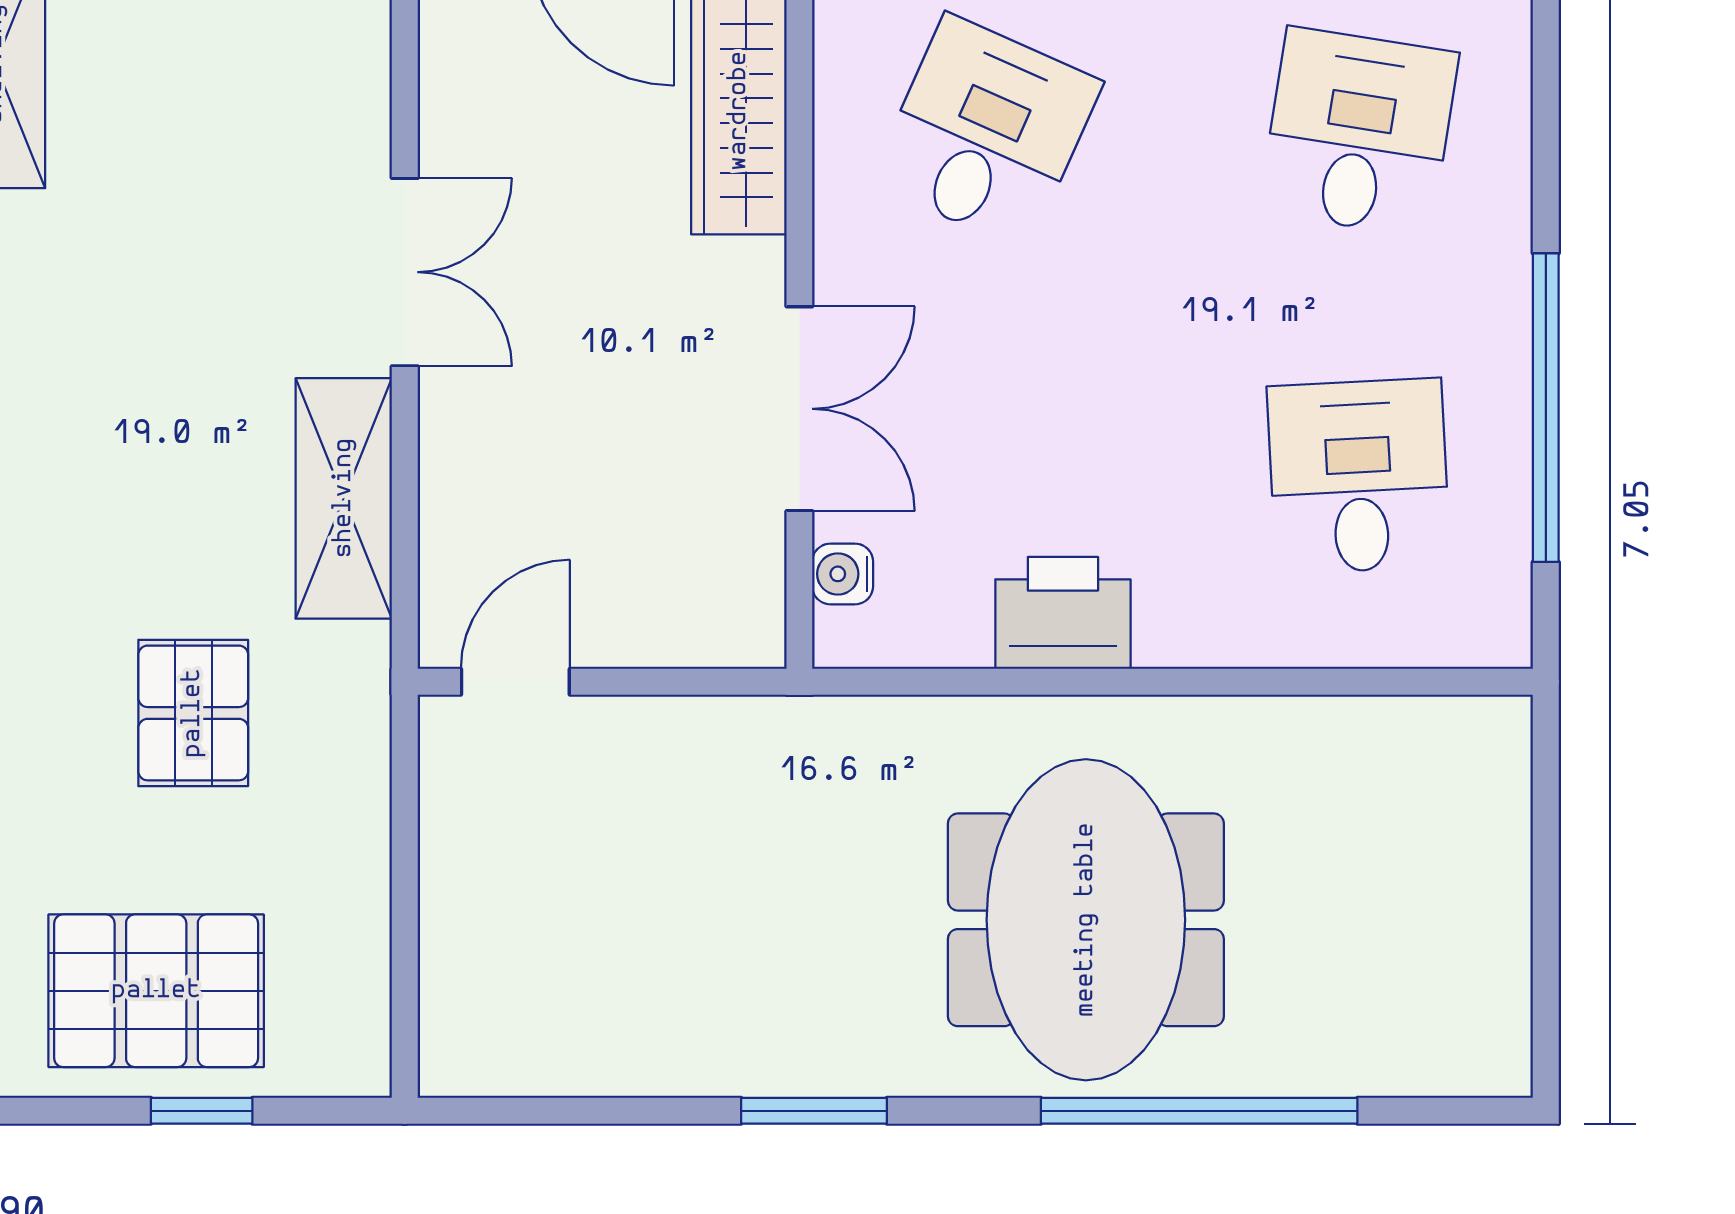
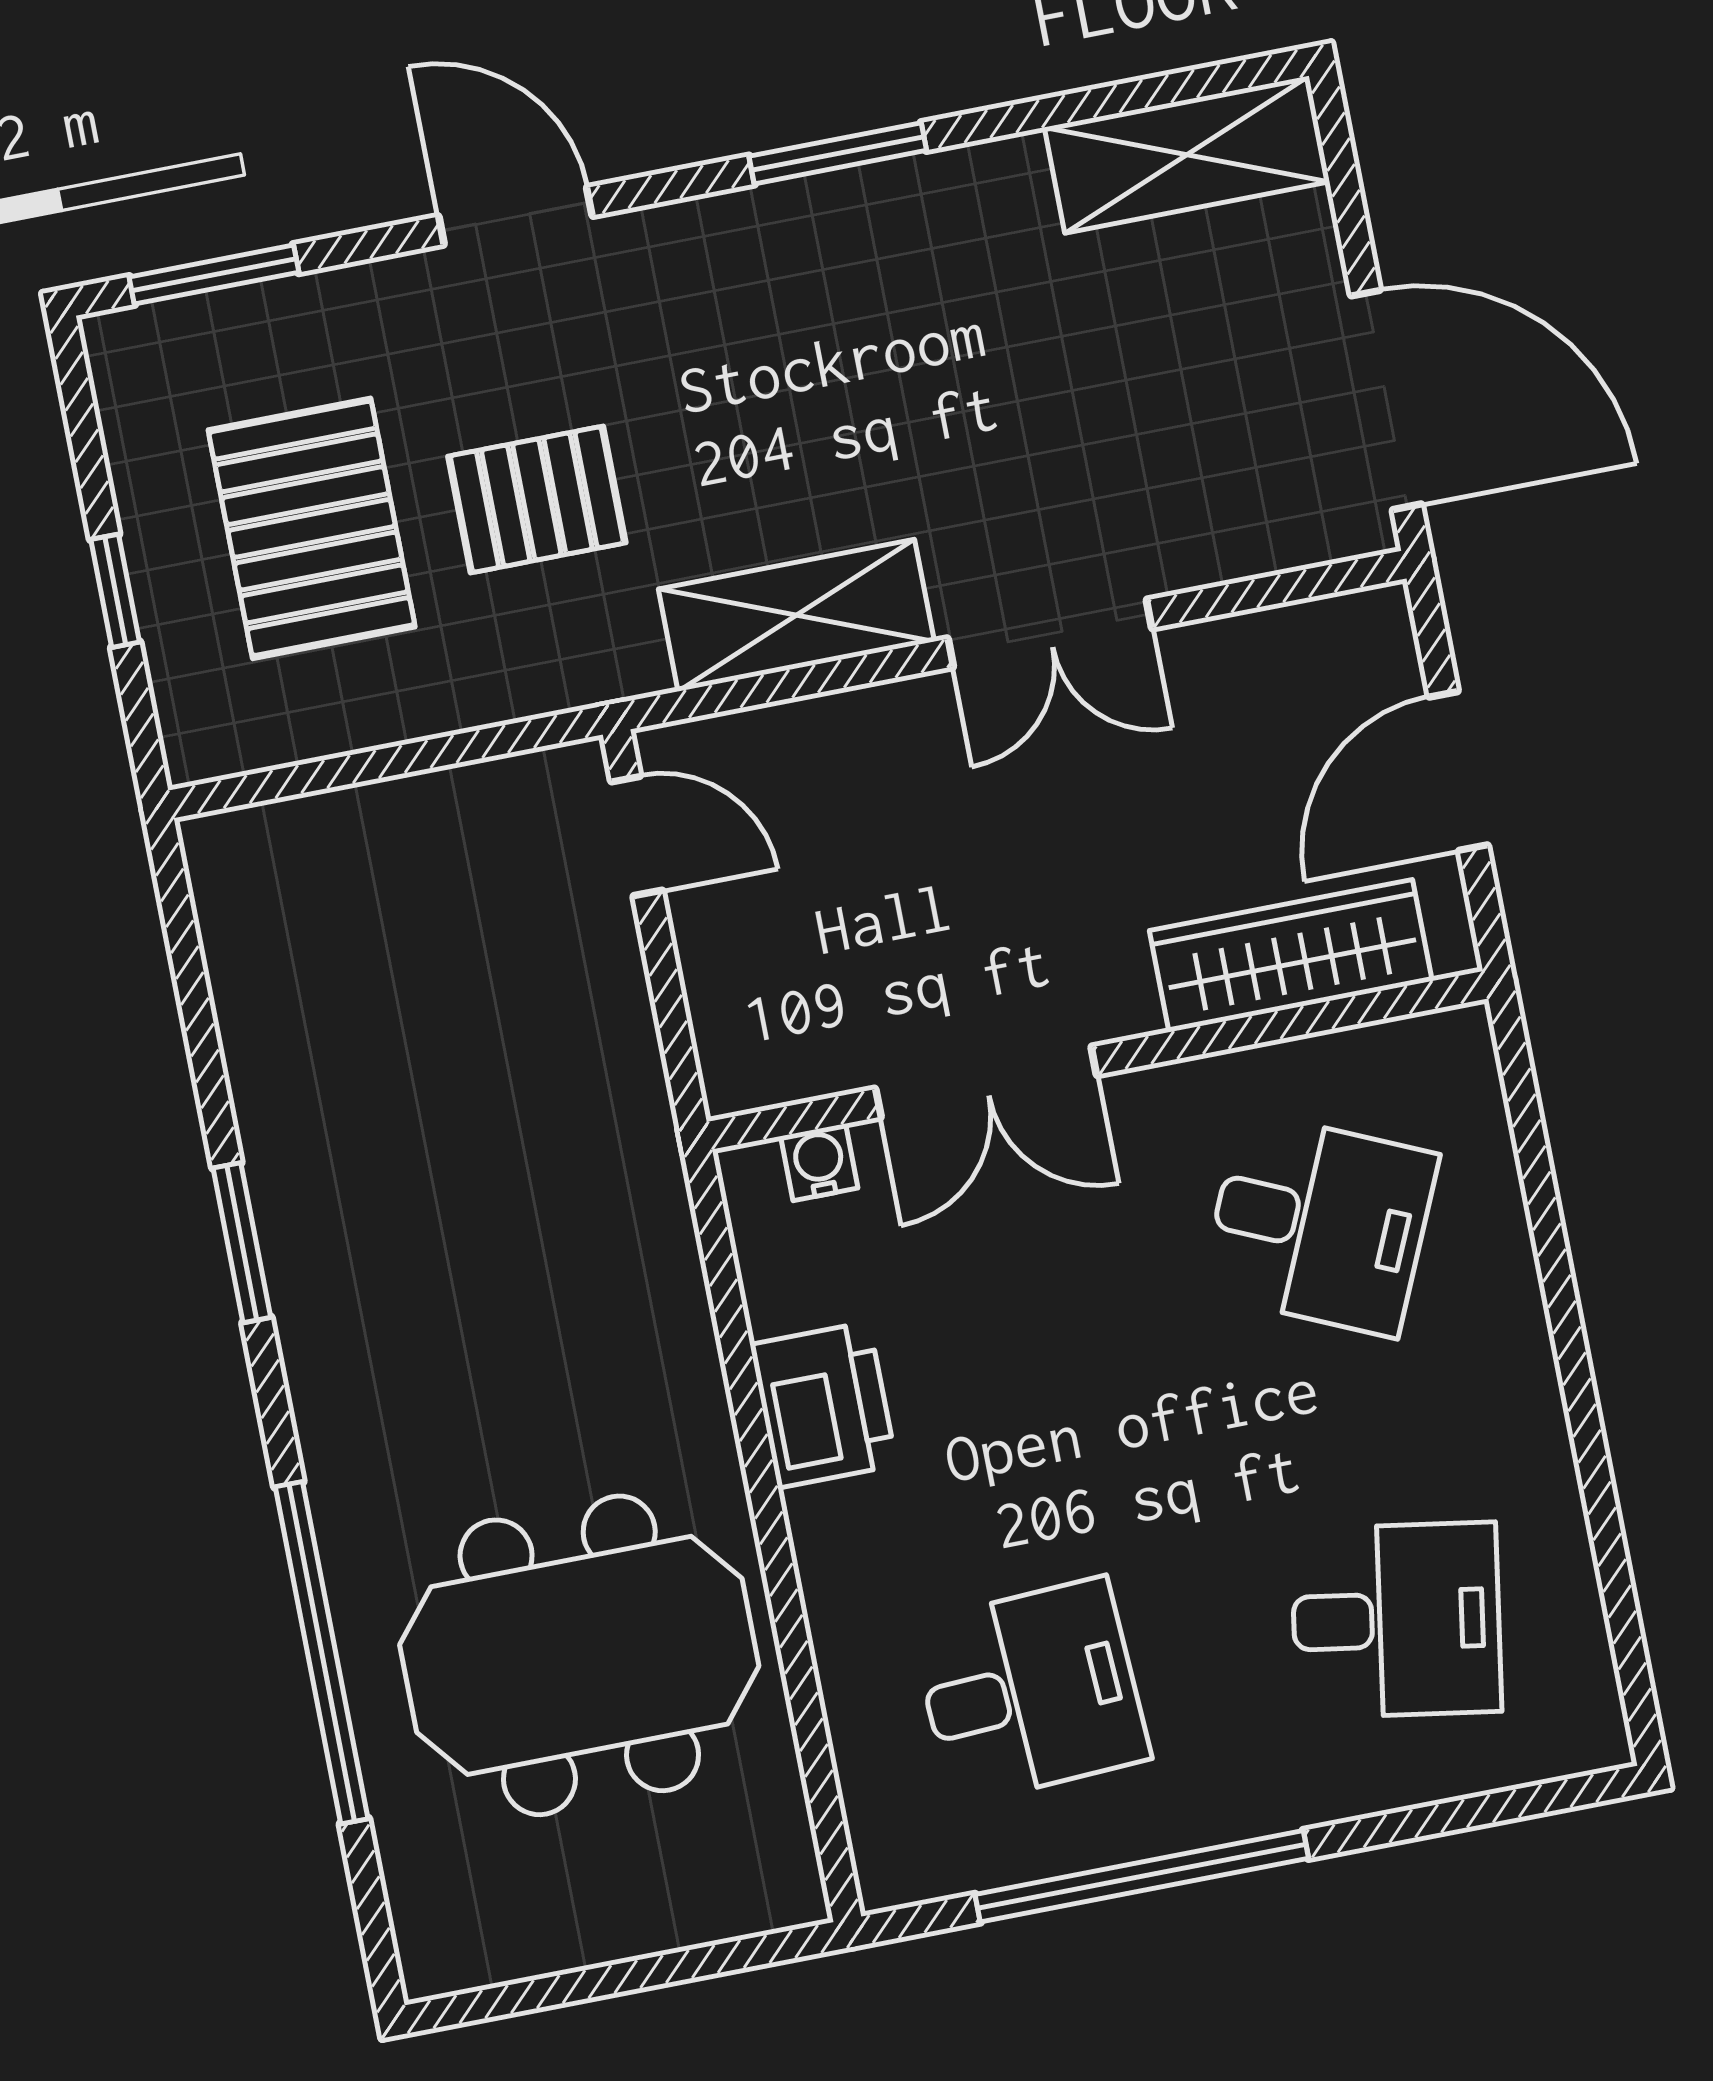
meeting table: (1086, 920) -> (579, 1655), moved
pallet: (156, 991) -> (312, 528), moved

